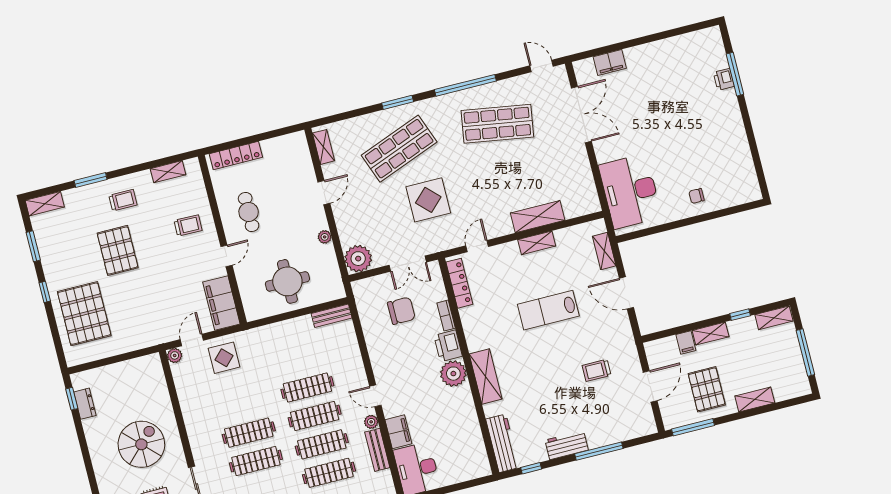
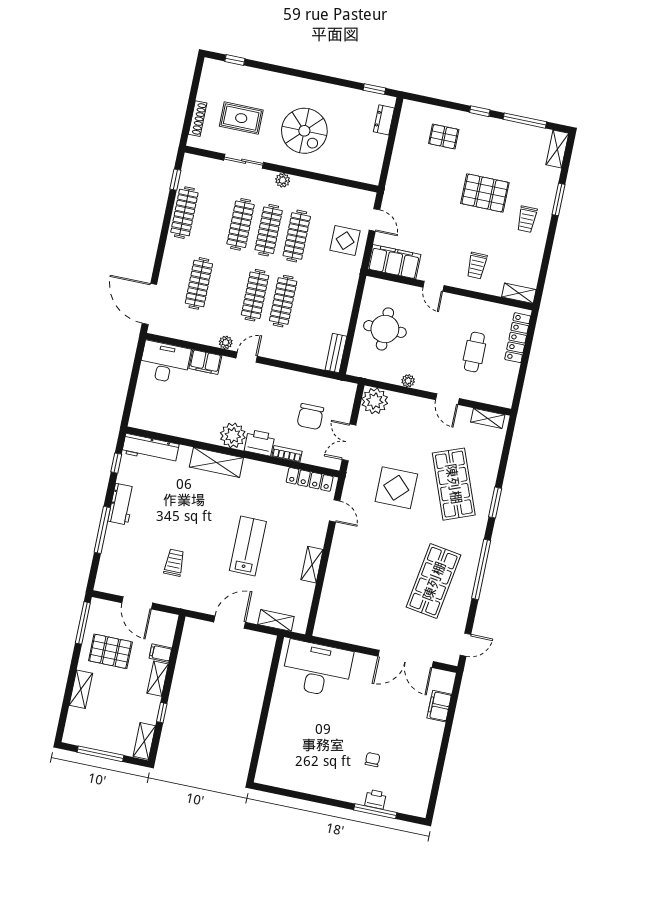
shelving: (168, 172) -> (519, 293), moved, turned 90
chair: (697, 196) -> (373, 760), moved
cafe table: (249, 212) -> (474, 352), moved, turned 90
shelving: (538, 217) -> (335, 577), removed
window: (33, 246) -> (525, 121), width x1.44
pallet: (84, 314) -> (444, 137), width x0.49, depth x0.50
plant: (175, 355) -> (283, 180), moved
dresser: (85, 404) -> (384, 120), moved, turned 90
clothes rail: (322, 444) -> (297, 236), moved
bench: (377, 450) -> (198, 336), removed

